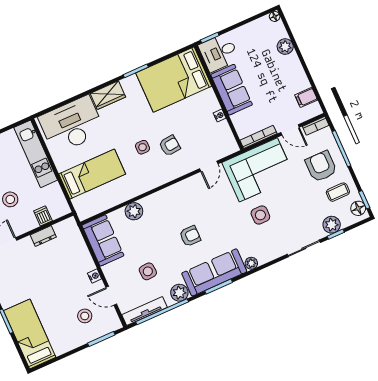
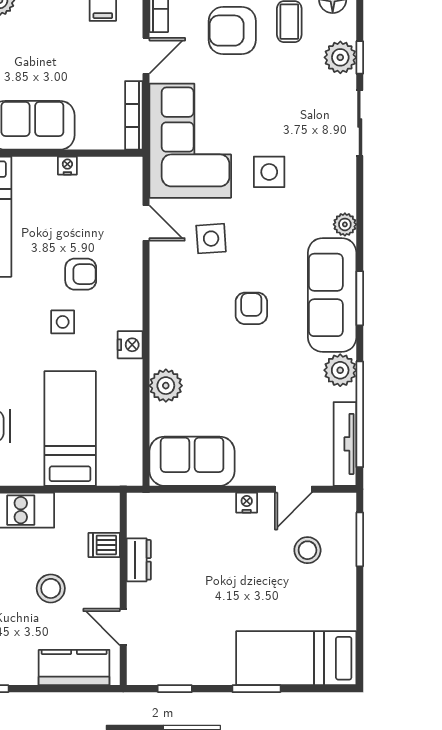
armchair: (170, 146) -> (81, 274), turned 96
nightstand: (146, 185) -> (130, 345), added
side table: (148, 271) -> (211, 239), moved

